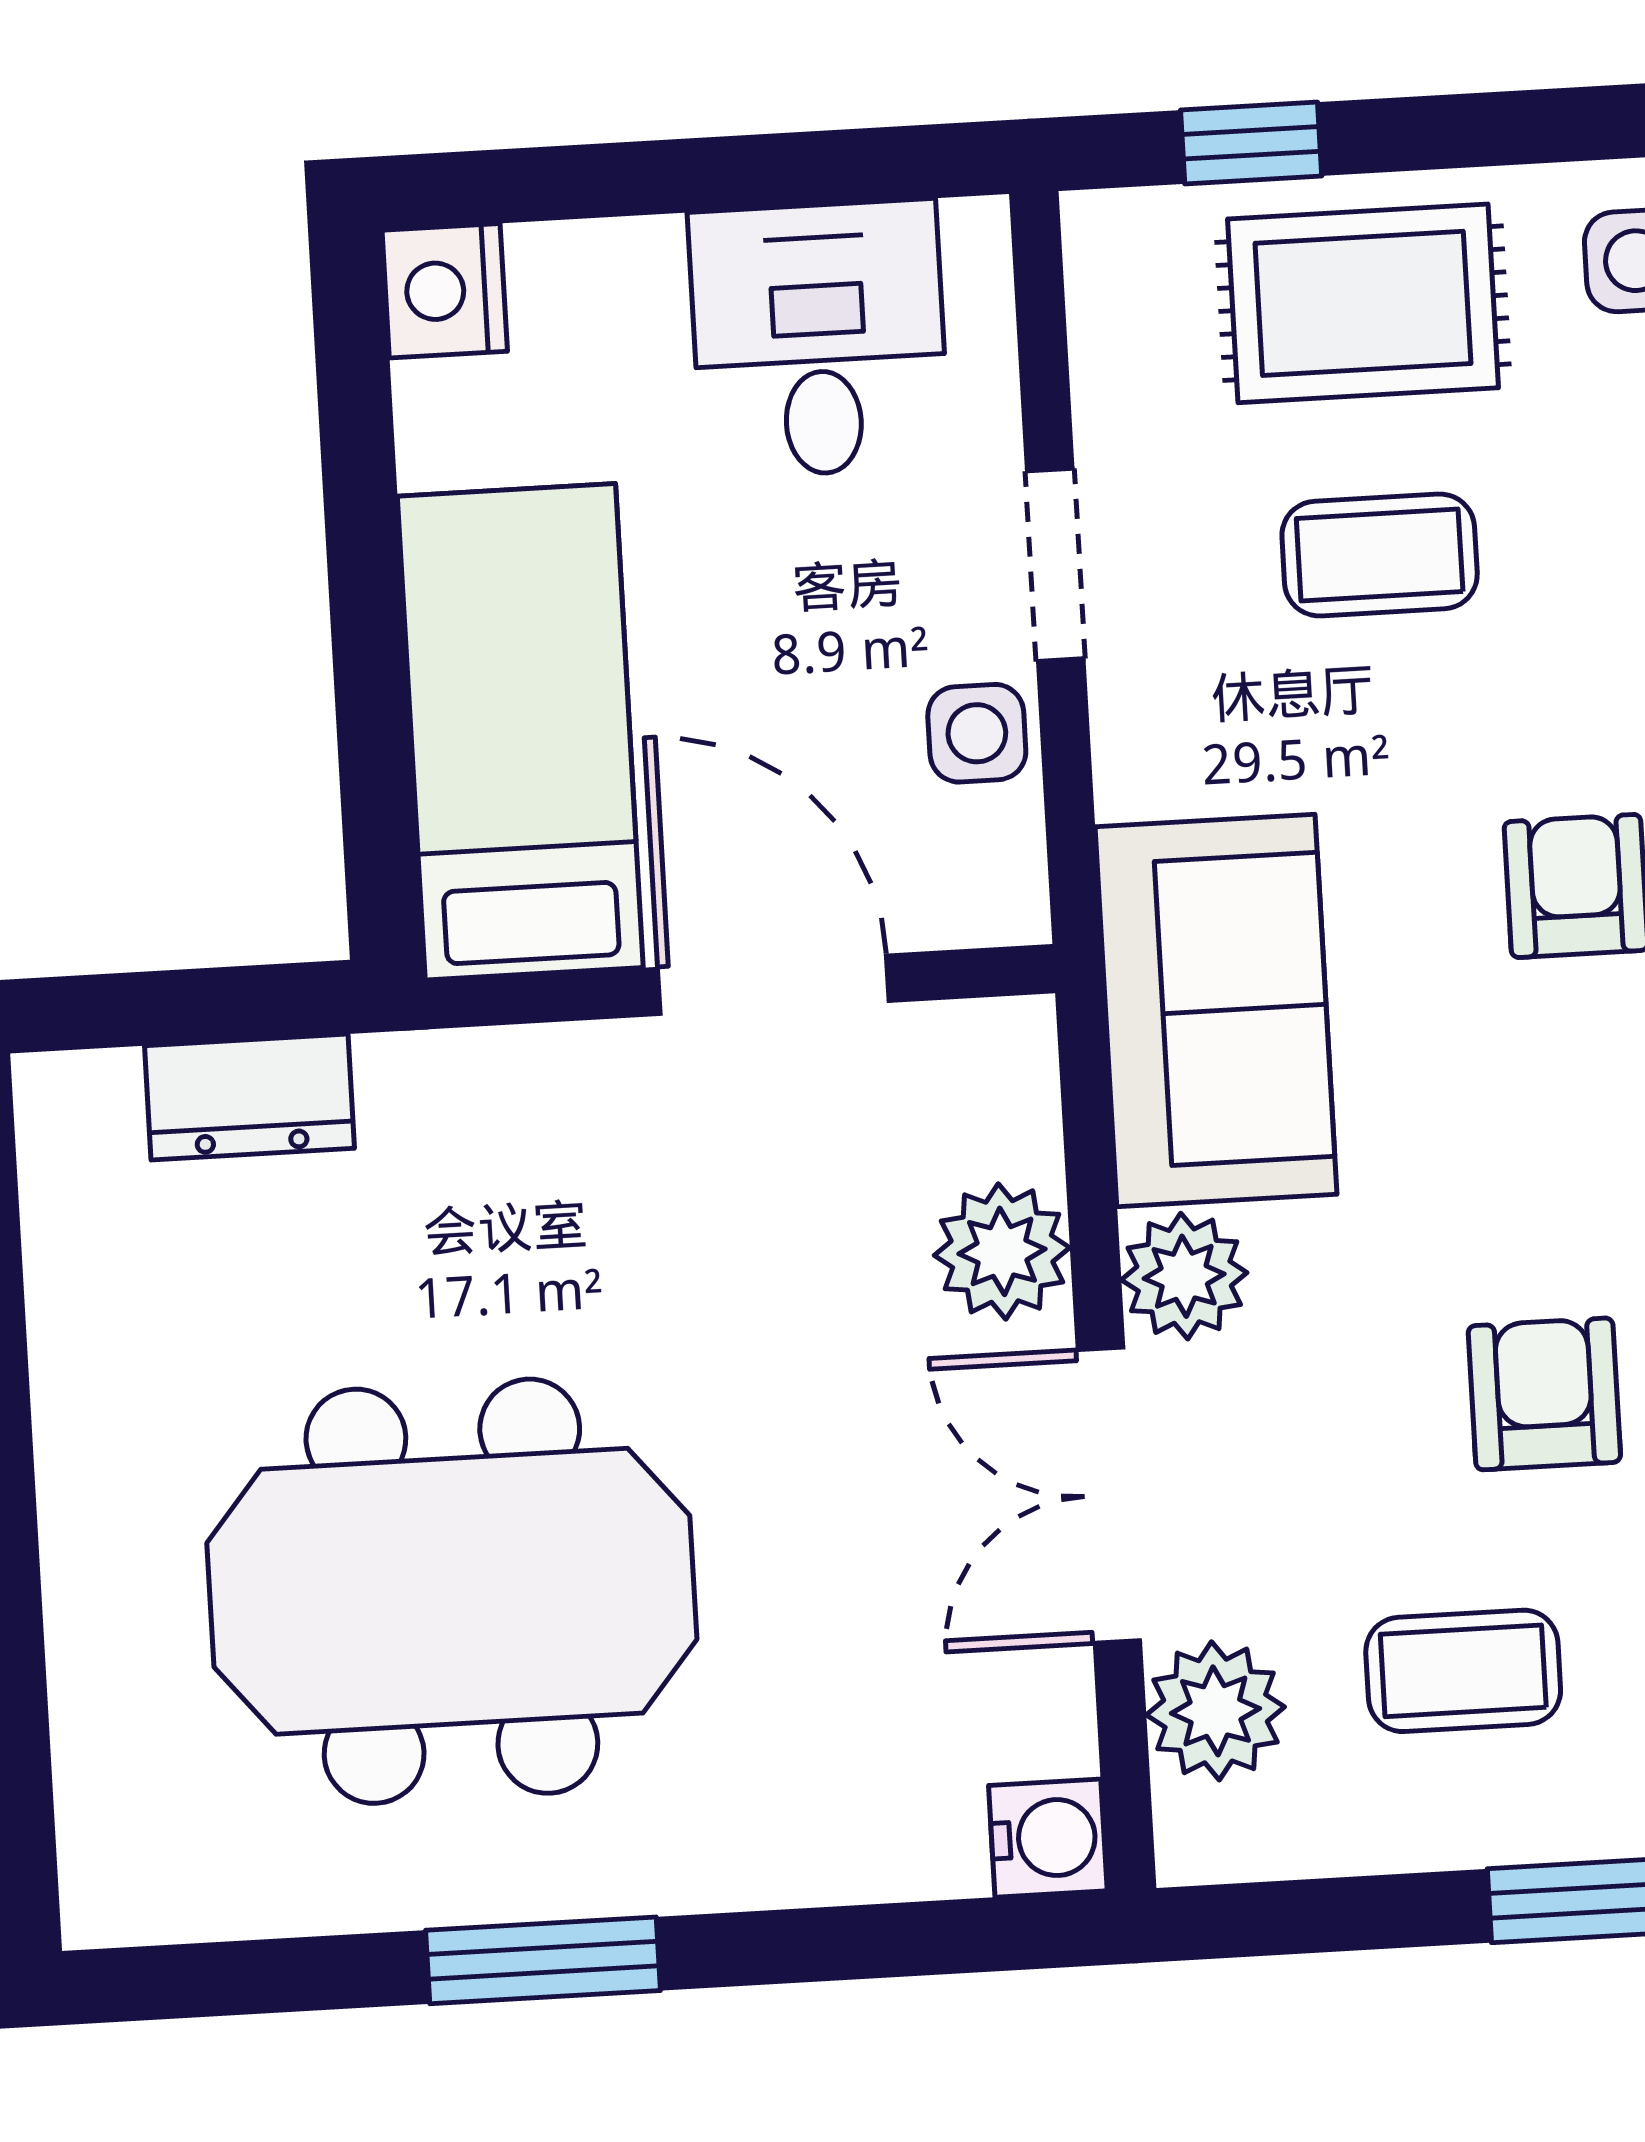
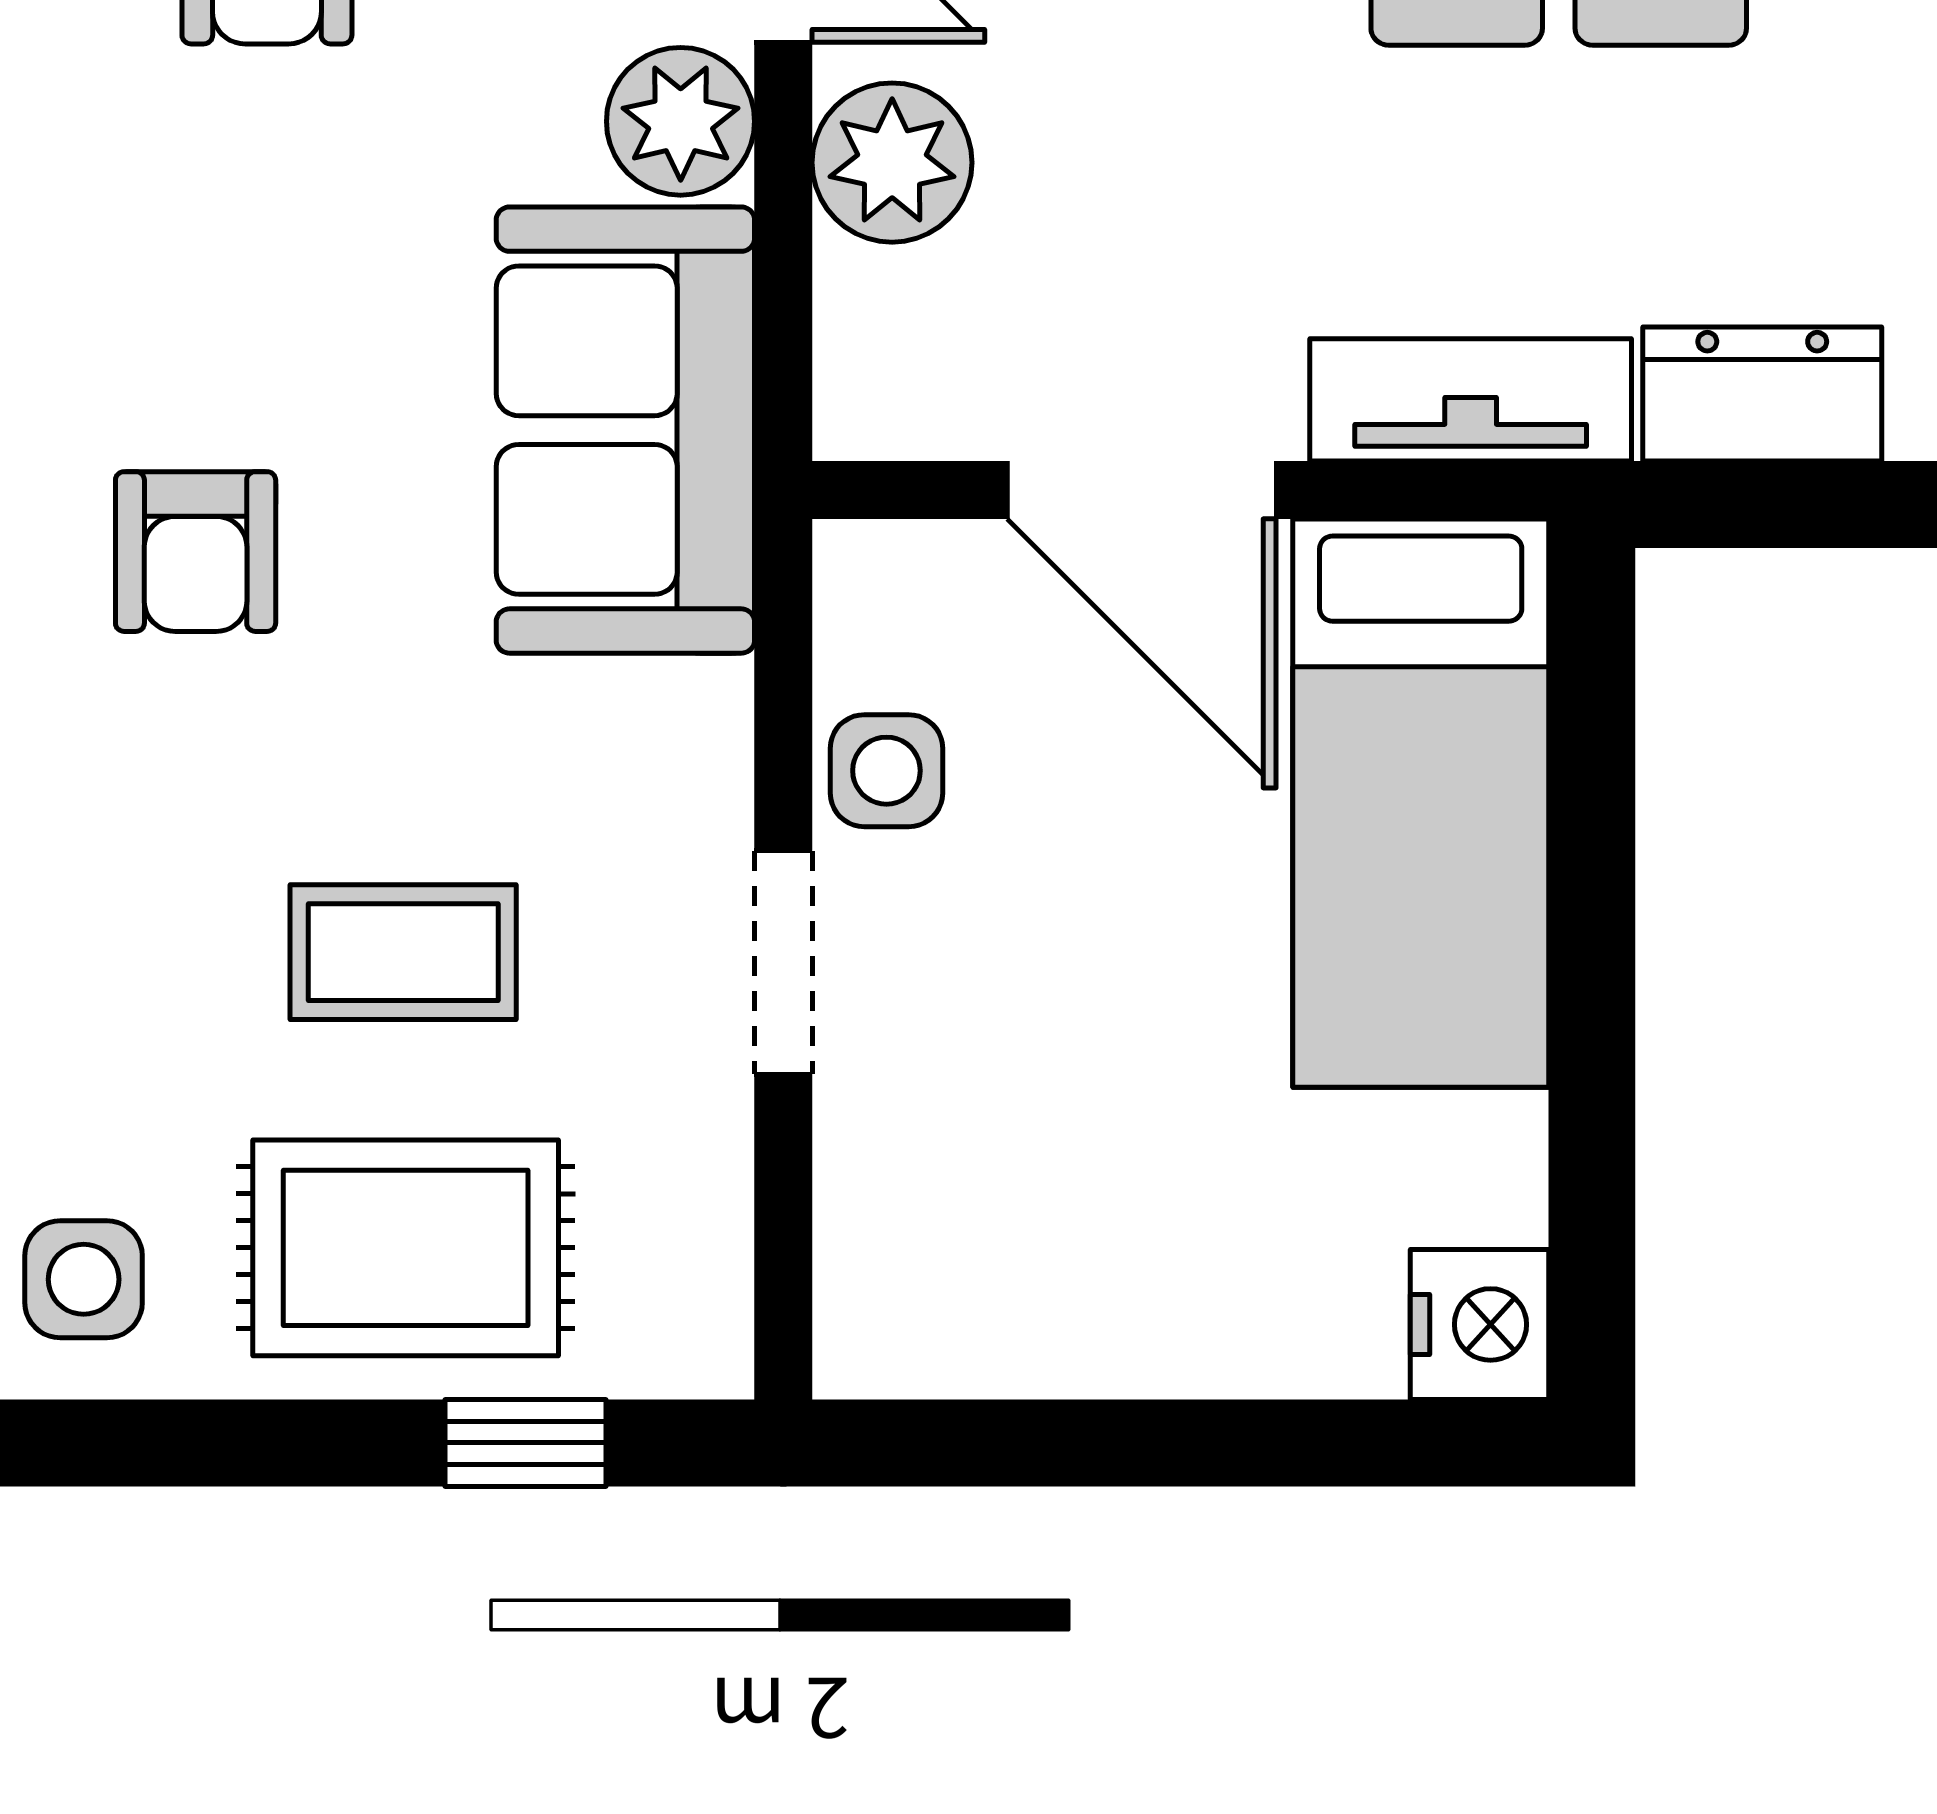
desk: (819, 339) -> (1045, 1242), removed
tv unit: (498, 1078) -> (1471, 400), added

